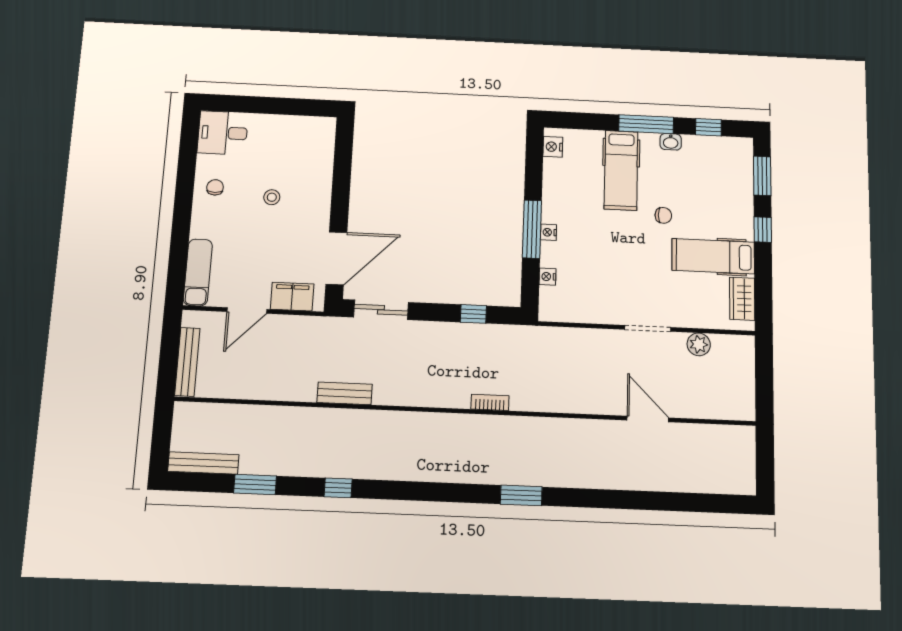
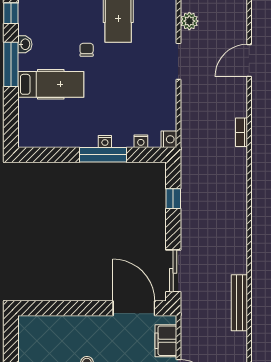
nightstand: (553, 147) -> (169, 139), moved, turned -90
bench: (345, 393) -> (239, 303), width x1.36
bookcase: (490, 402) -> (242, 132), moved

